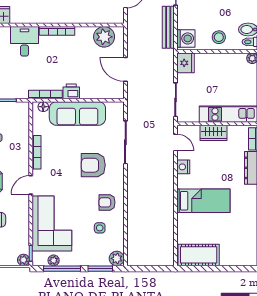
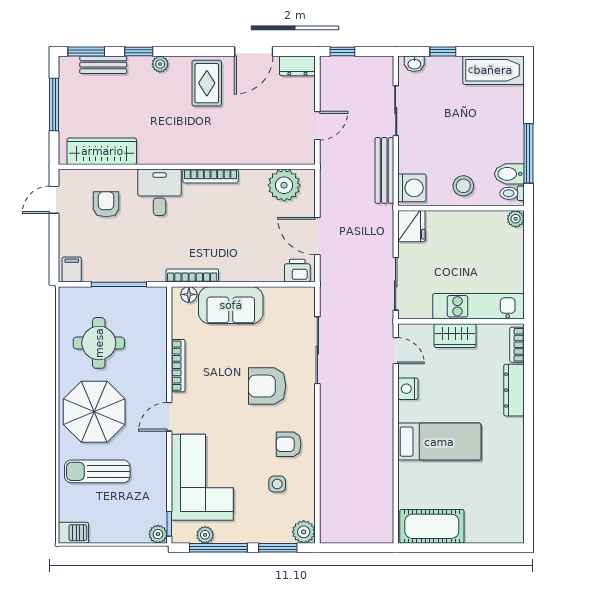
printer: (71, 91) -> (297, 271), moved
sofa: (77, 113) -> (231, 305), width x0.73

